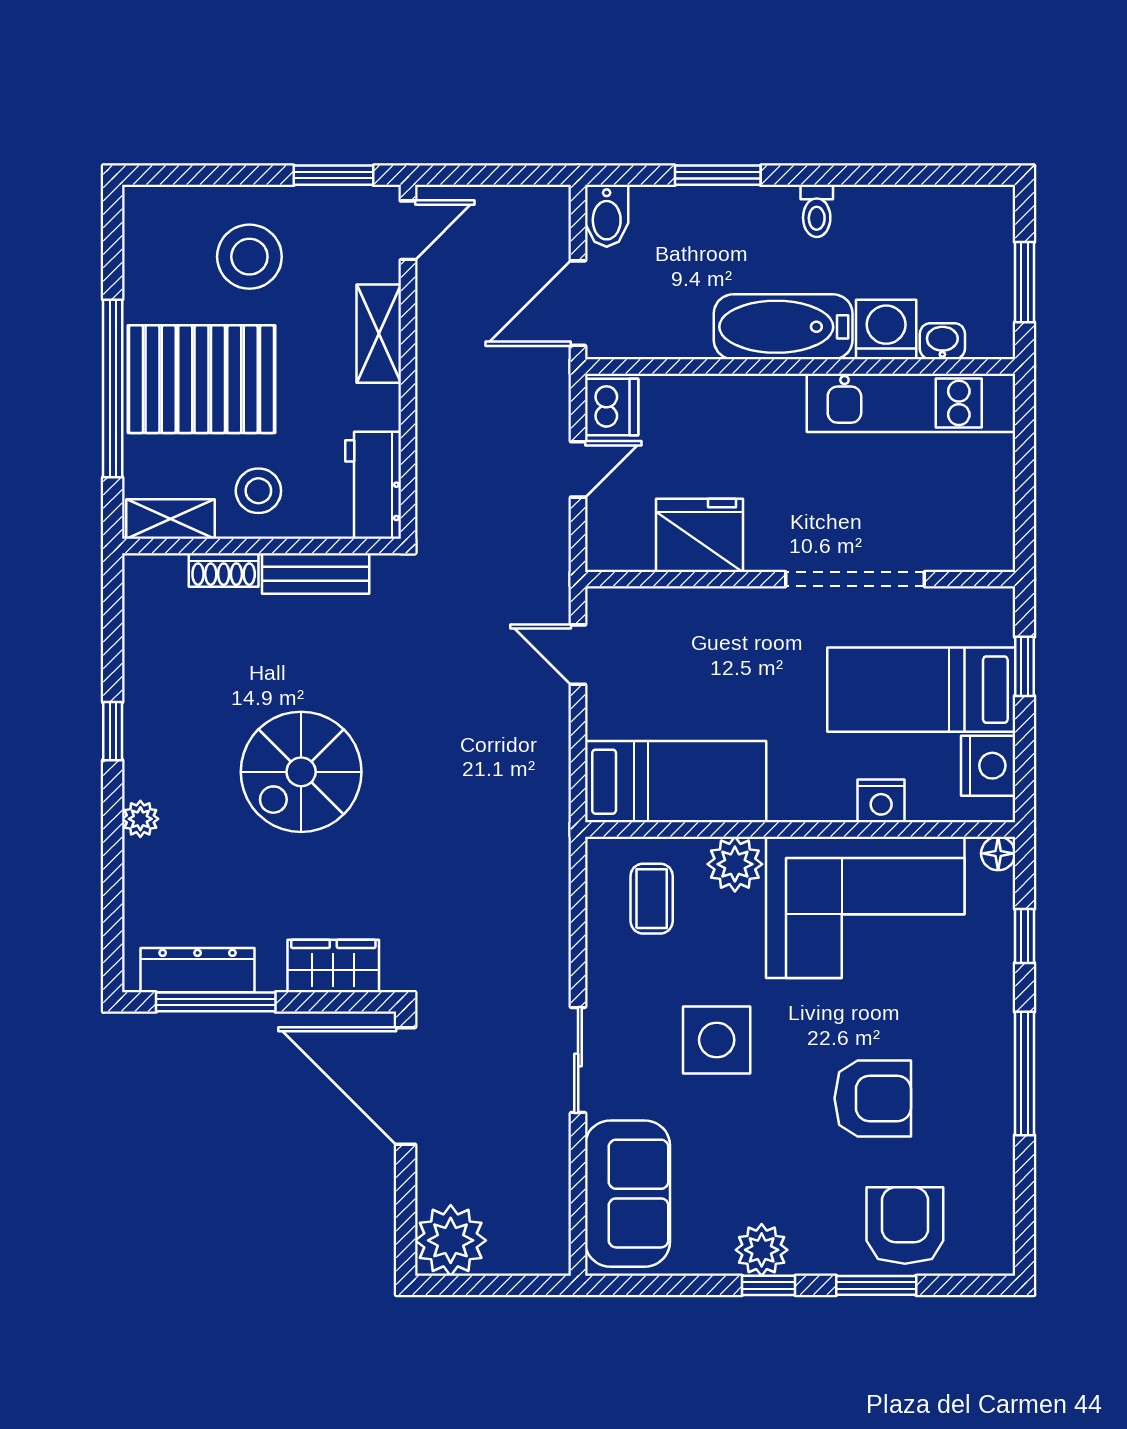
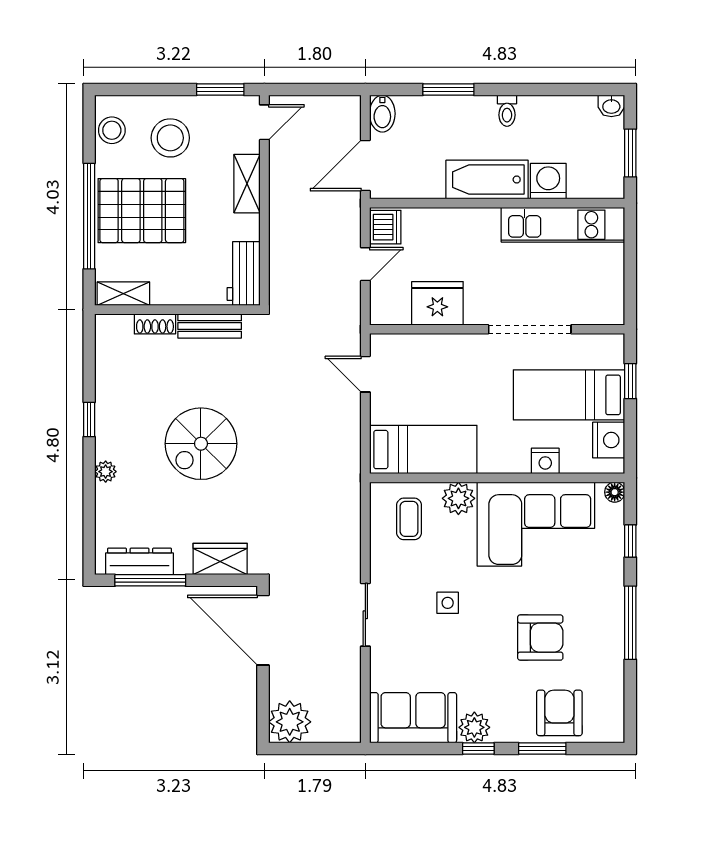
washbasin: (942, 341) -> (611, 106), moved, turned 180
stool: (258, 491) -> (112, 130), moved
side table: (717, 1040) -> (448, 603), width x0.54, depth x0.54
sofa: (627, 1194) -> (413, 718), moved, turned -90

